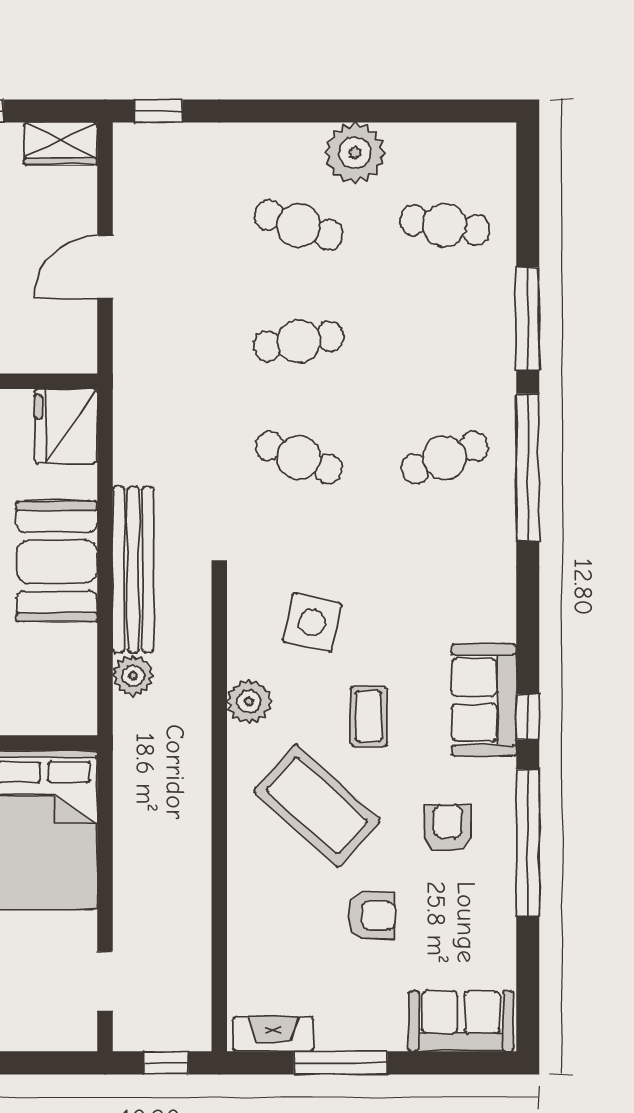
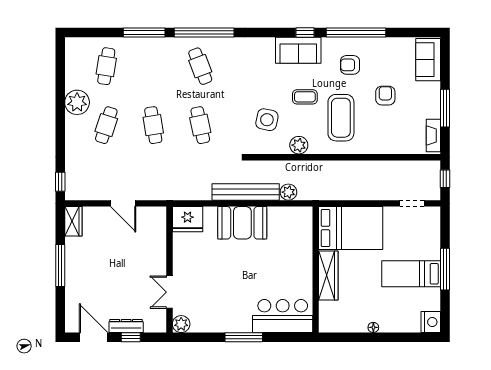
cafe table: (299, 458) -> (200, 125), turned -33
coffee table: (317, 806) -> (341, 118), turned -42

